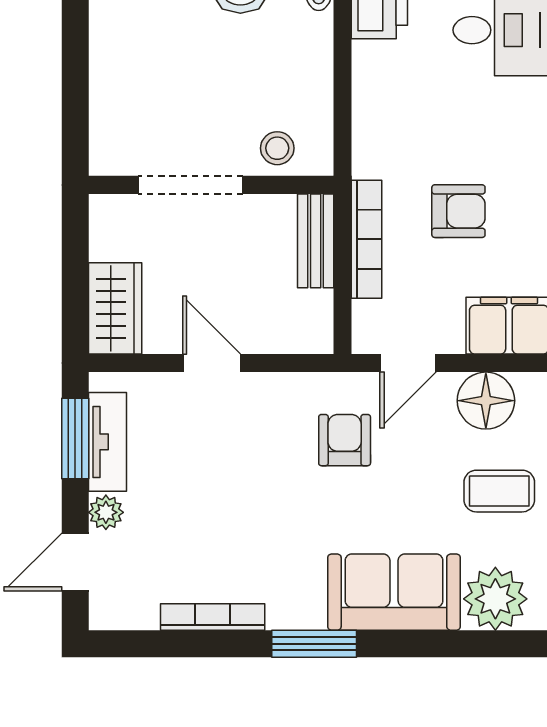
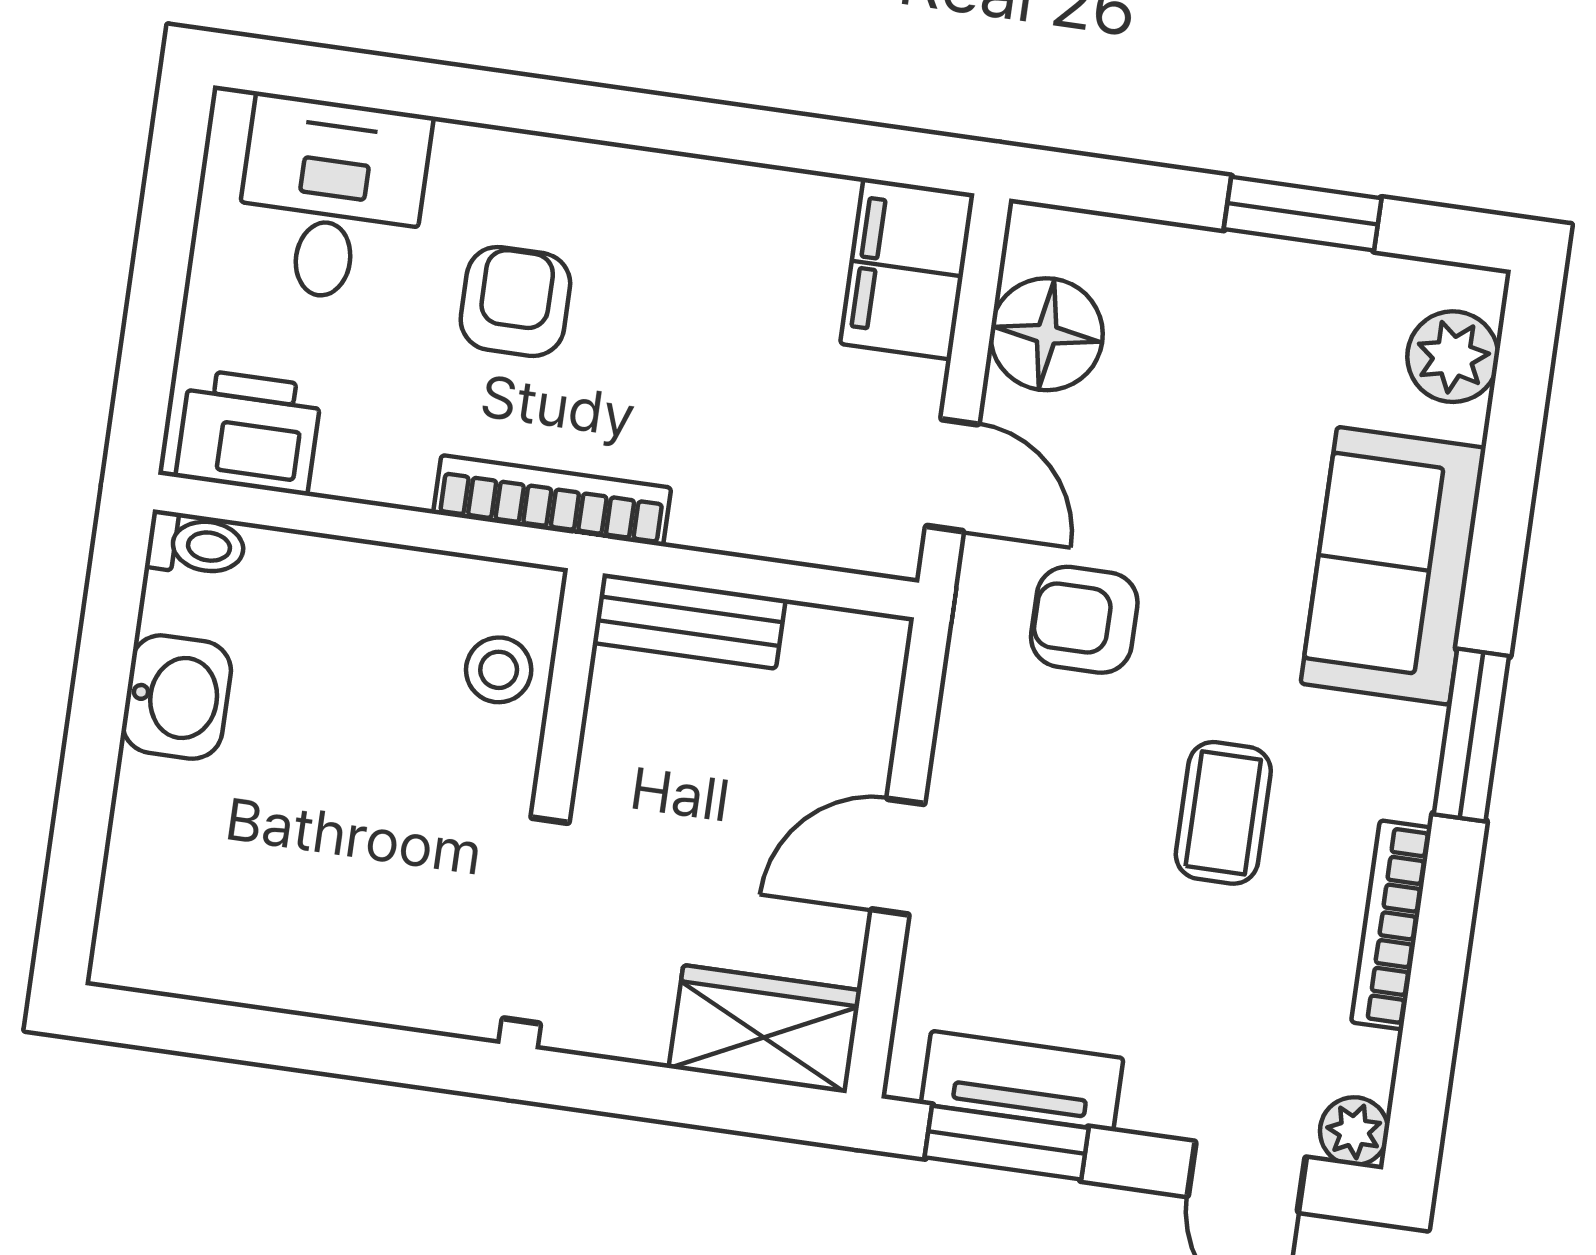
doorway: (191, 185) -> (536, 921), moved
armchair: (458, 211) -> (515, 301), moved
bookcase: (366, 239) -> (552, 501), moved
coffee table: (499, 491) -> (1223, 813), moved
plant: (106, 512) -> (1354, 1131), moved
plant: (495, 599) -> (1453, 357), width x0.73, depth x0.73

